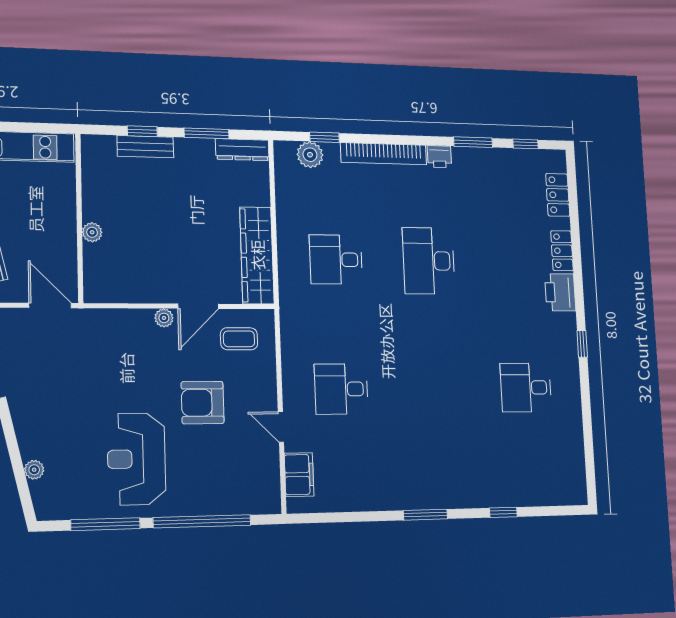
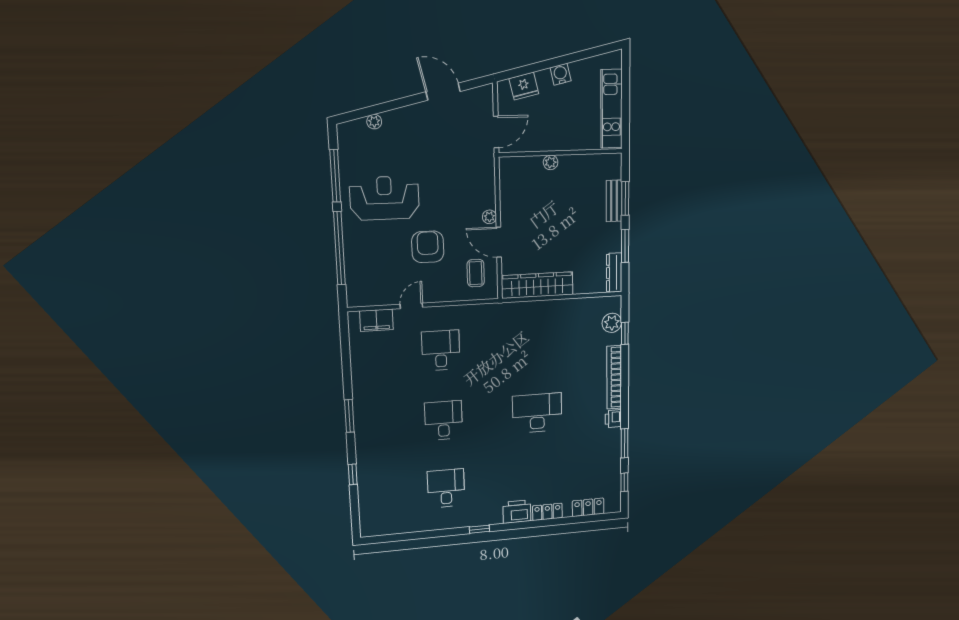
window: (142, 131) -> (625, 198), width x1.50
desk: (336, 260) -> (443, 420), moved

